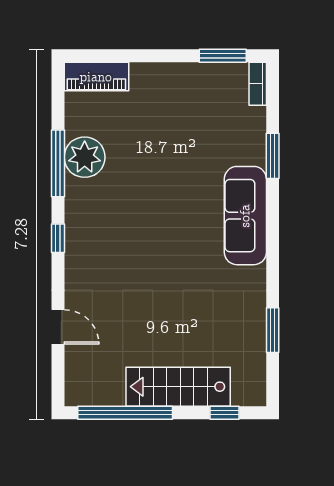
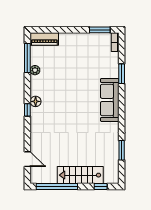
plant: (85, 157) -> (35, 70), width x0.53, depth x0.53
window: (58, 163) -> (27, 58), moved
floor lamp: (76, 219) -> (36, 101), added
door: (58, 327) -> (27, 159), moved

